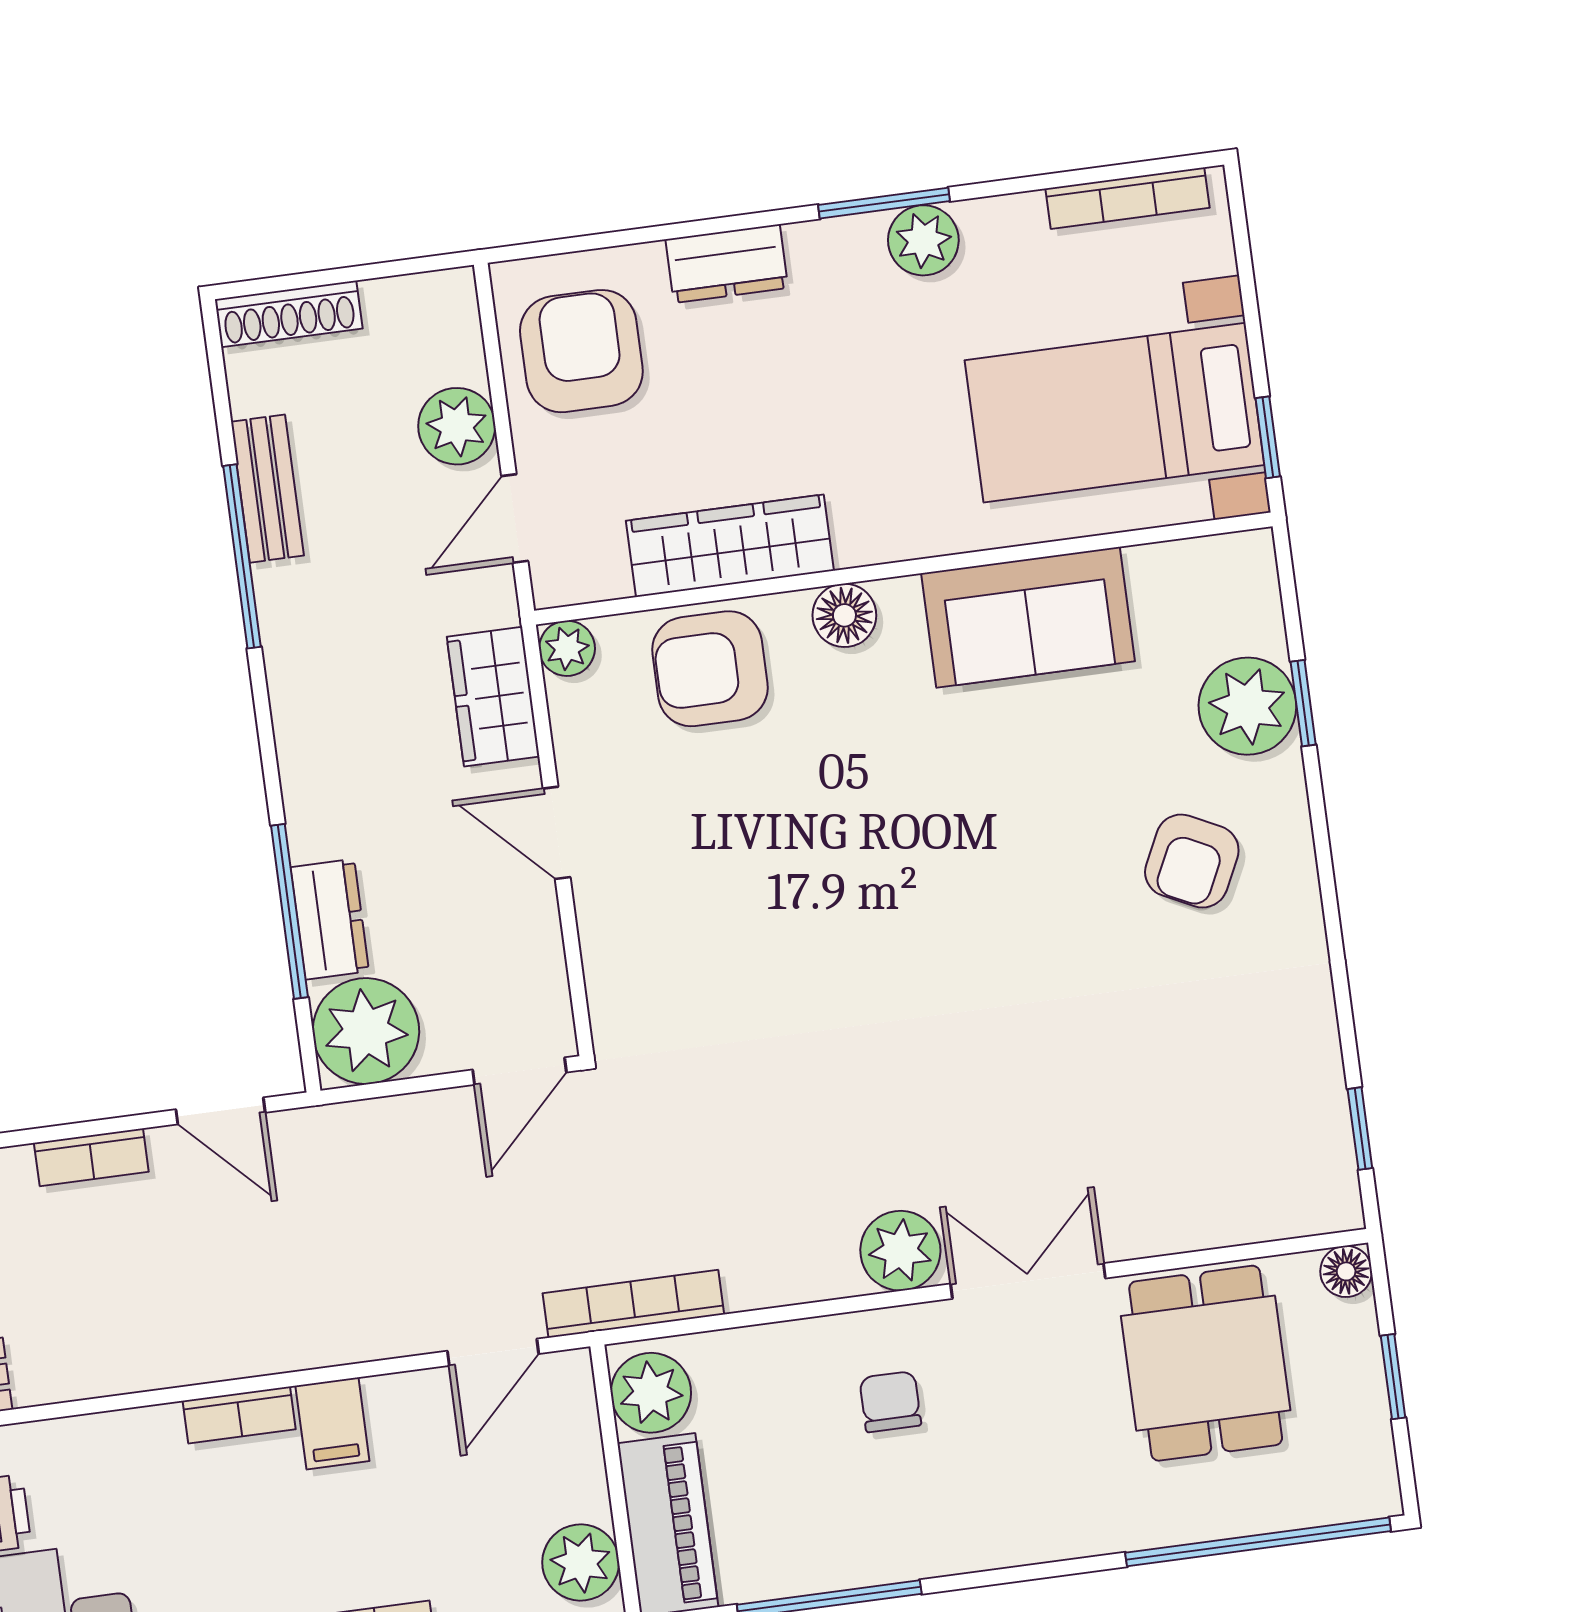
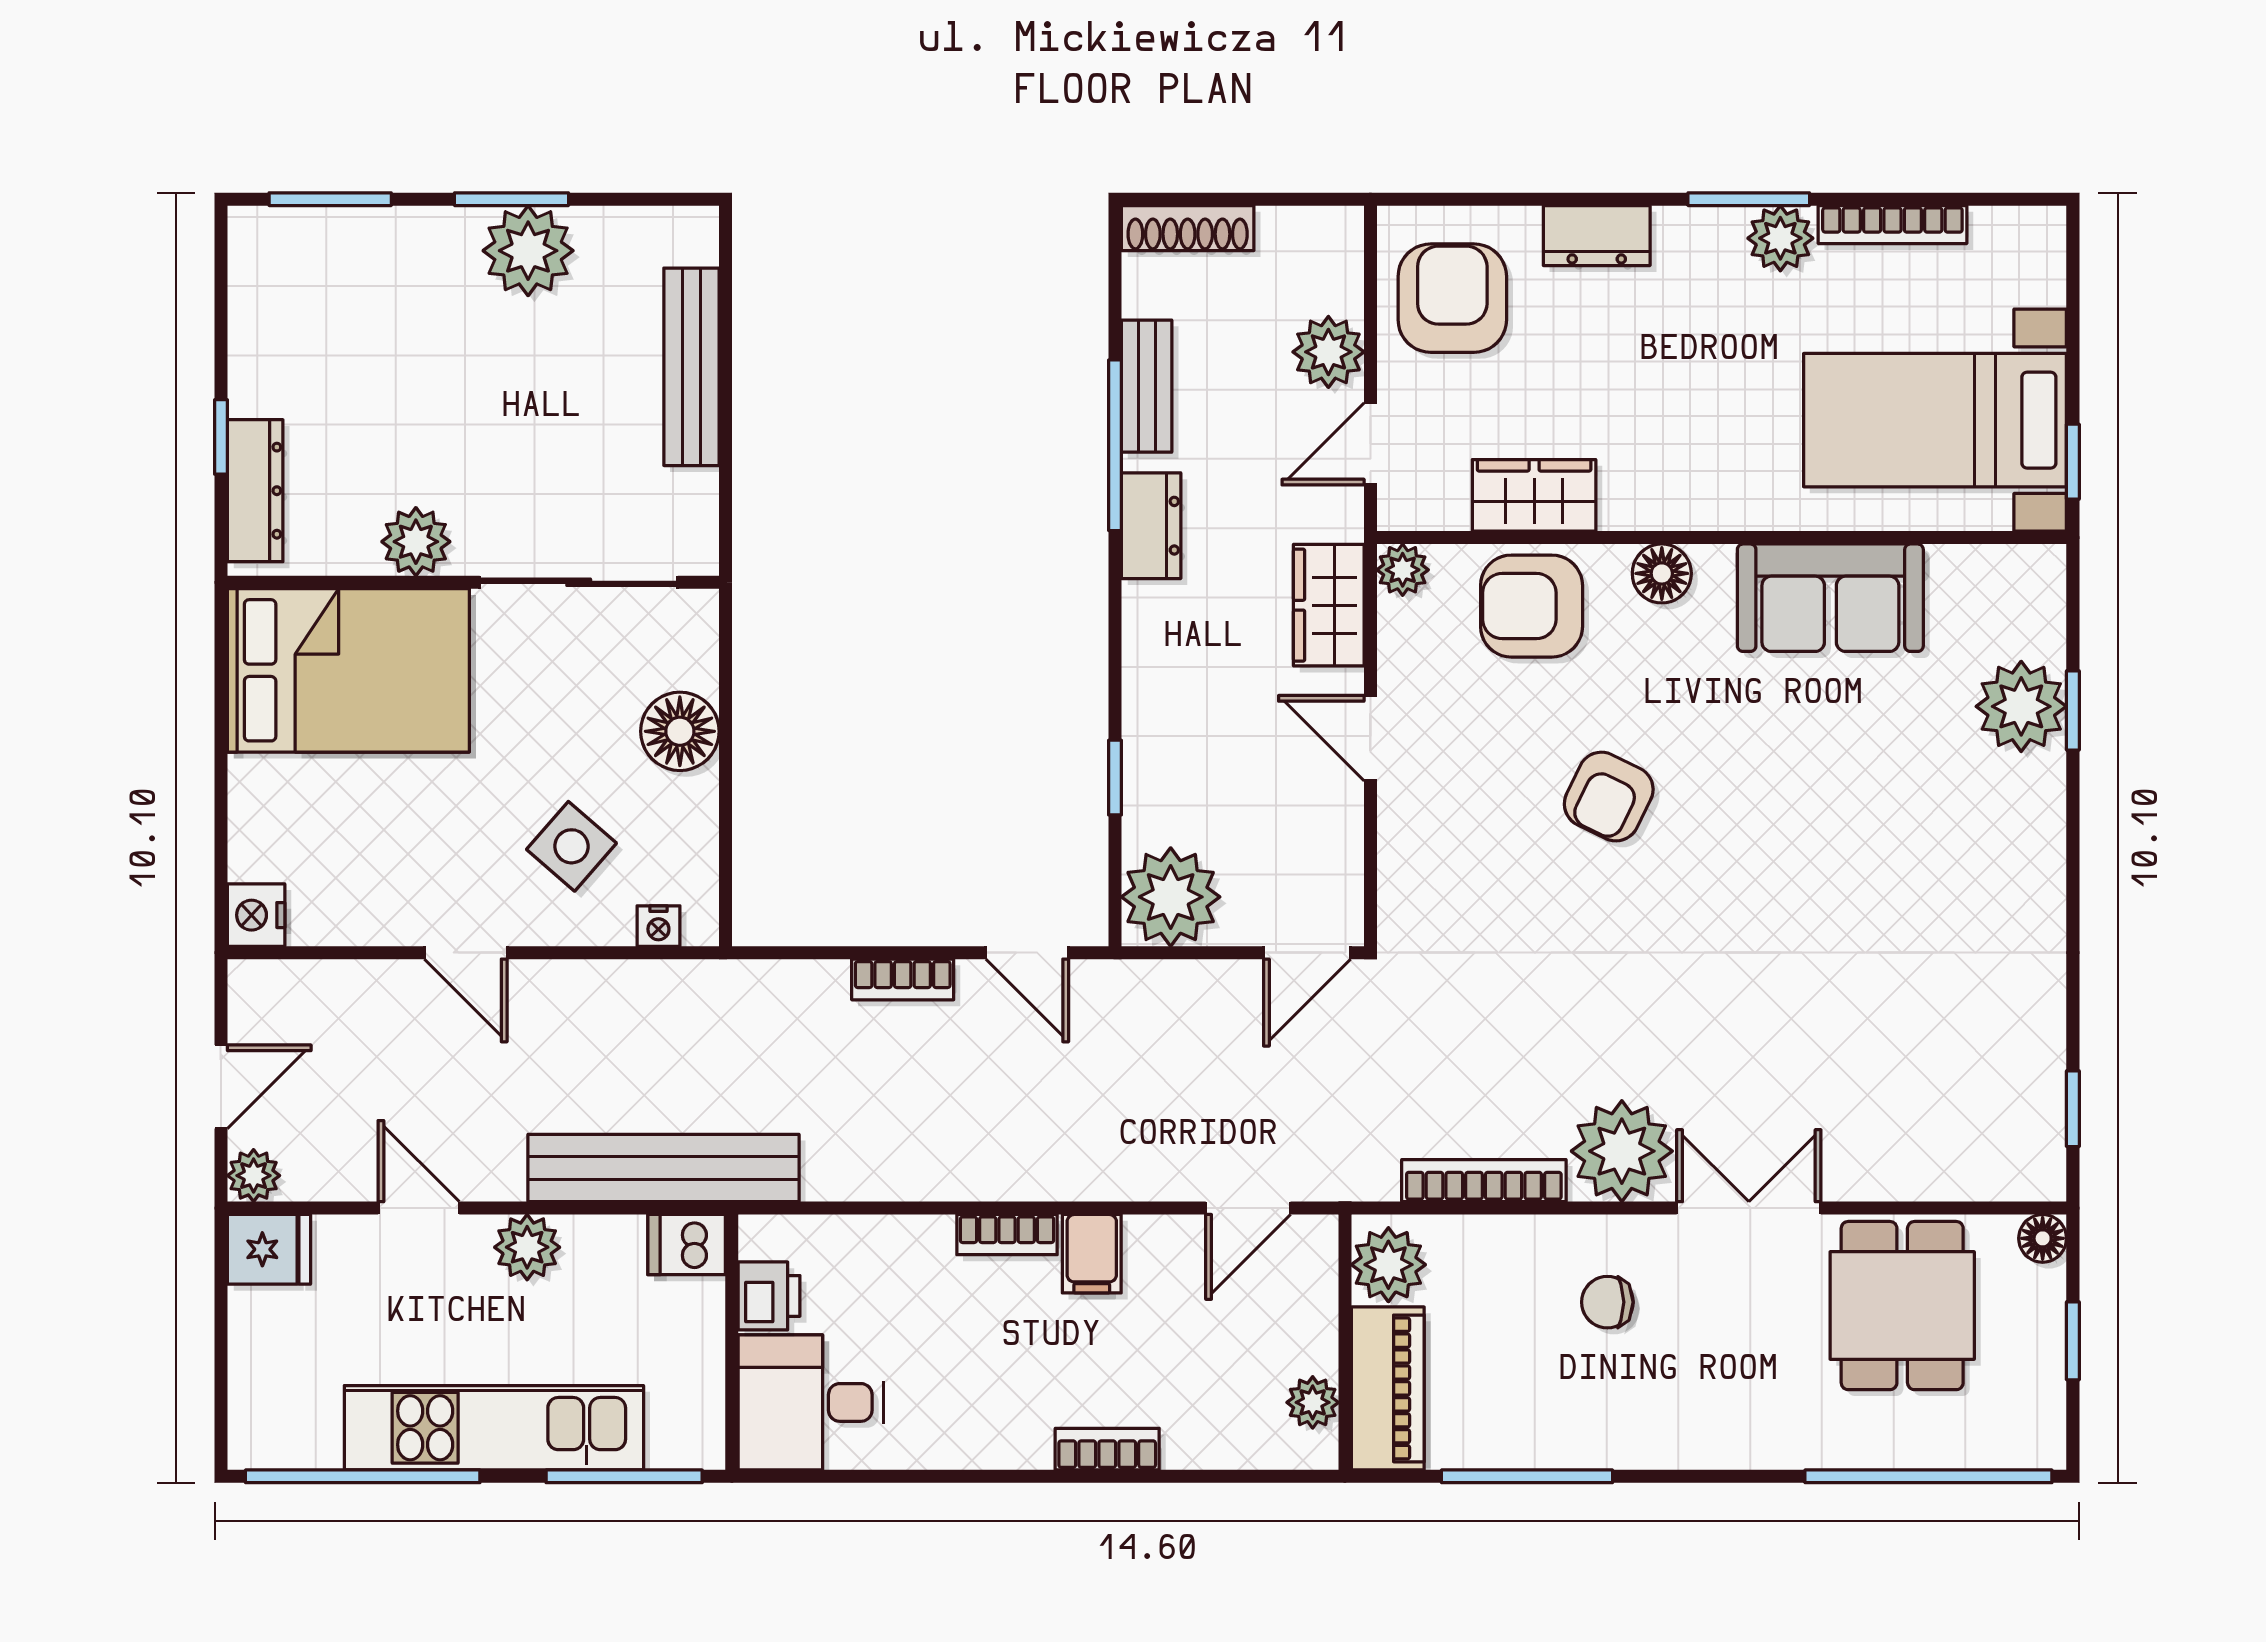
bookcase: (1127, 198) -> (1892, 225), moved
wardrobe: (730, 546) -> (1534, 495), width x0.67
armchair: (1192, 861) -> (1609, 797), moved
window: (289, 911) -> (1115, 778), width x0.46
dresser: (330, 919) -> (1151, 526), moved
plant: (900, 1251) -> (1622, 1151), width x1.36, depth x1.36
bookcase: (633, 1304) -> (1484, 1181), moved
chair: (890, 1402) -> (1607, 1302), turned -90
plant: (581, 1563) -> (1313, 1402), width x0.73, depth x0.73

